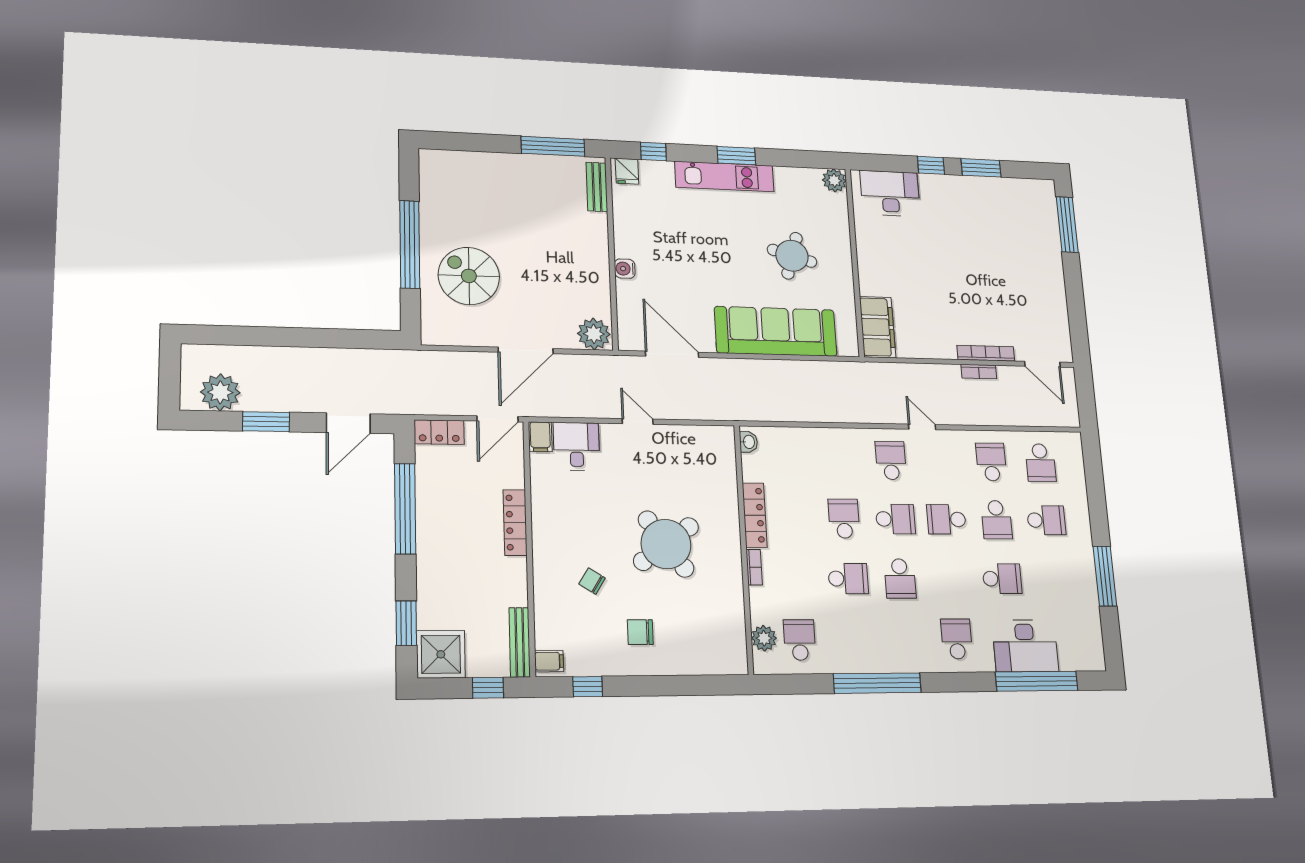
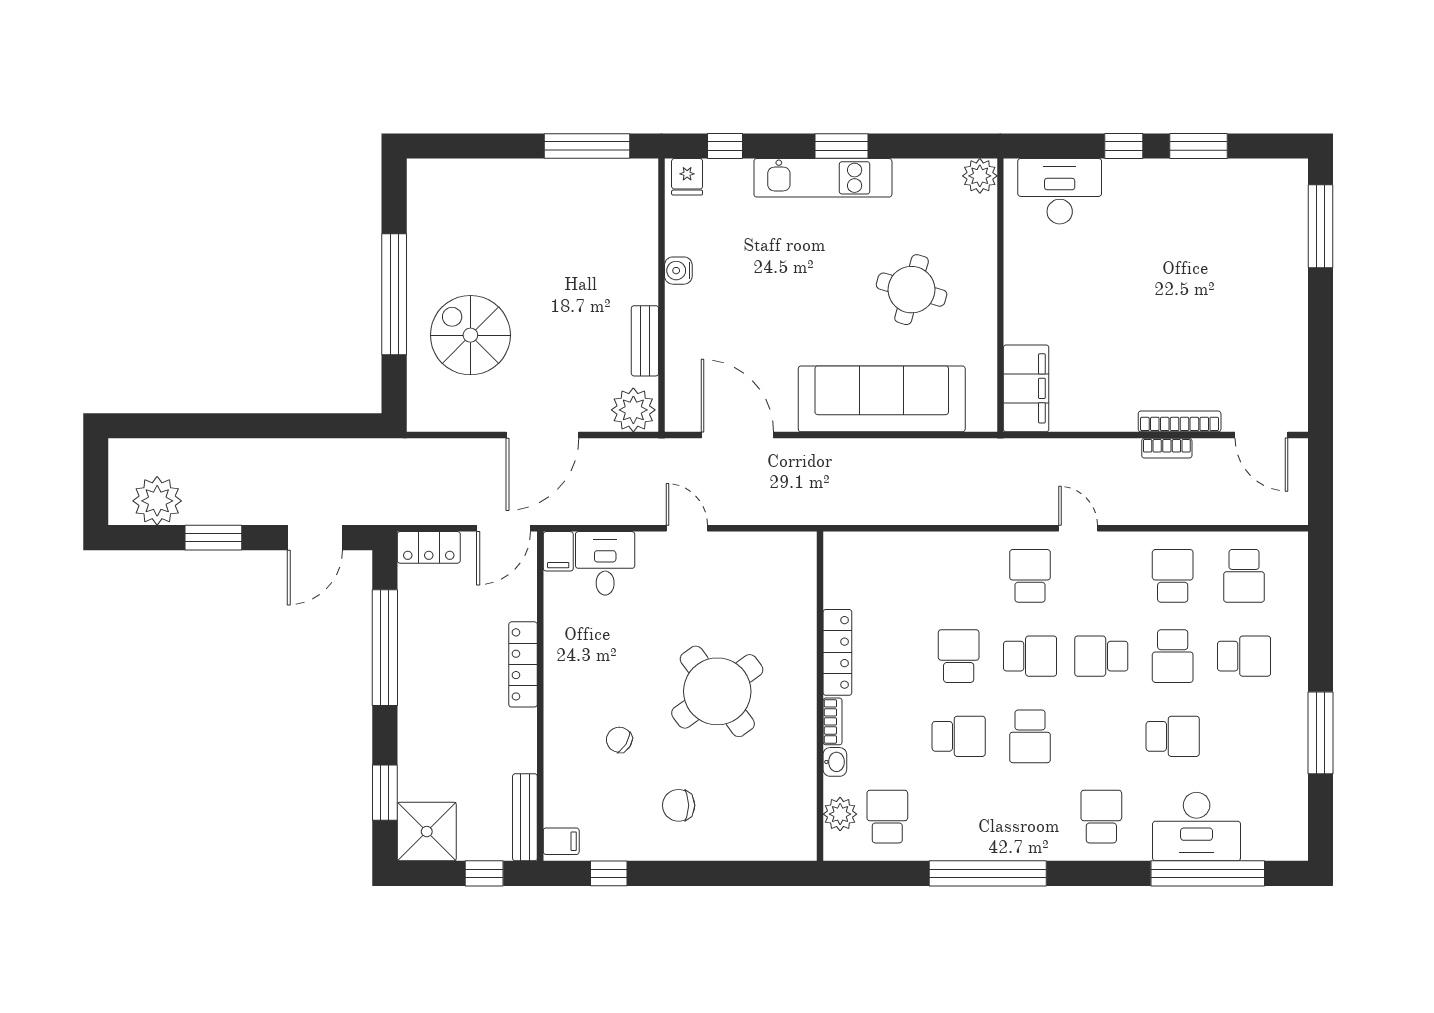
bench: (597, 187) -> (645, 341), moved
water cooler: (625, 269) -> (678, 271), moved
washbasin: (749, 442) -> (835, 762), moved

